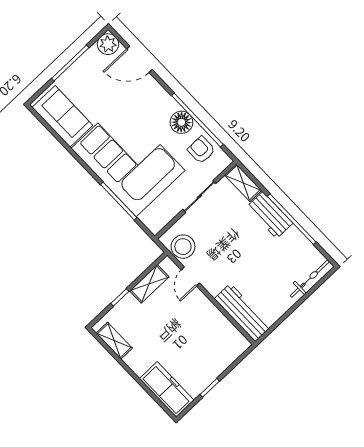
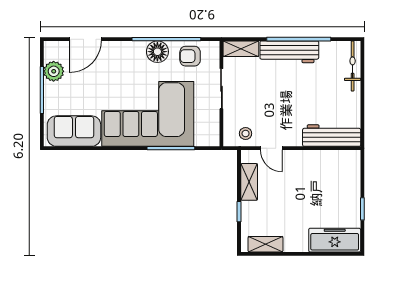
plant: (108, 44) -> (54, 71), moved
workbench: (270, 215) -> (289, 52), width x1.38
stool: (183, 247) -> (246, 133), width x0.53, depth x0.53

